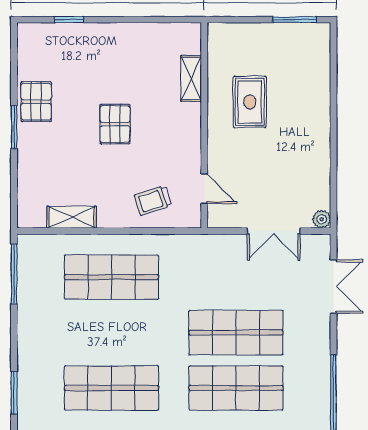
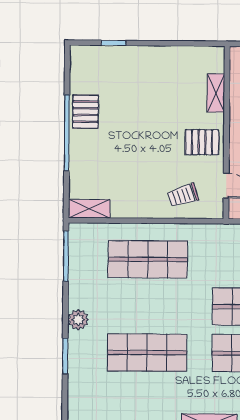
pallet: (115, 124) -> (202, 142), moved, turned 90
window: (14, 127) -> (67, 133), width x2.11
shelving: (72, 217) -> (89, 209), moved
plant: (29, 349) -> (78, 320), added

